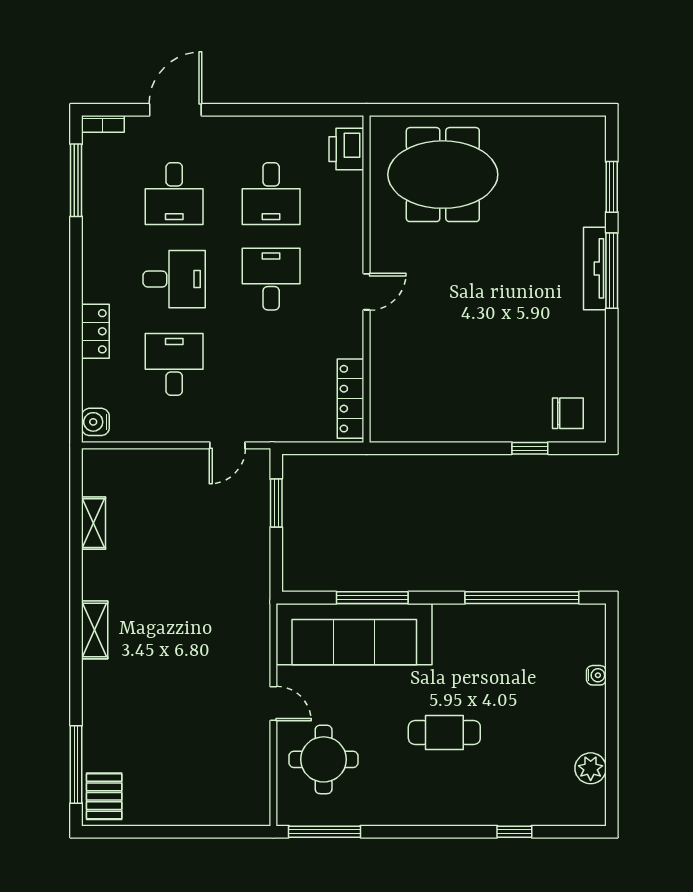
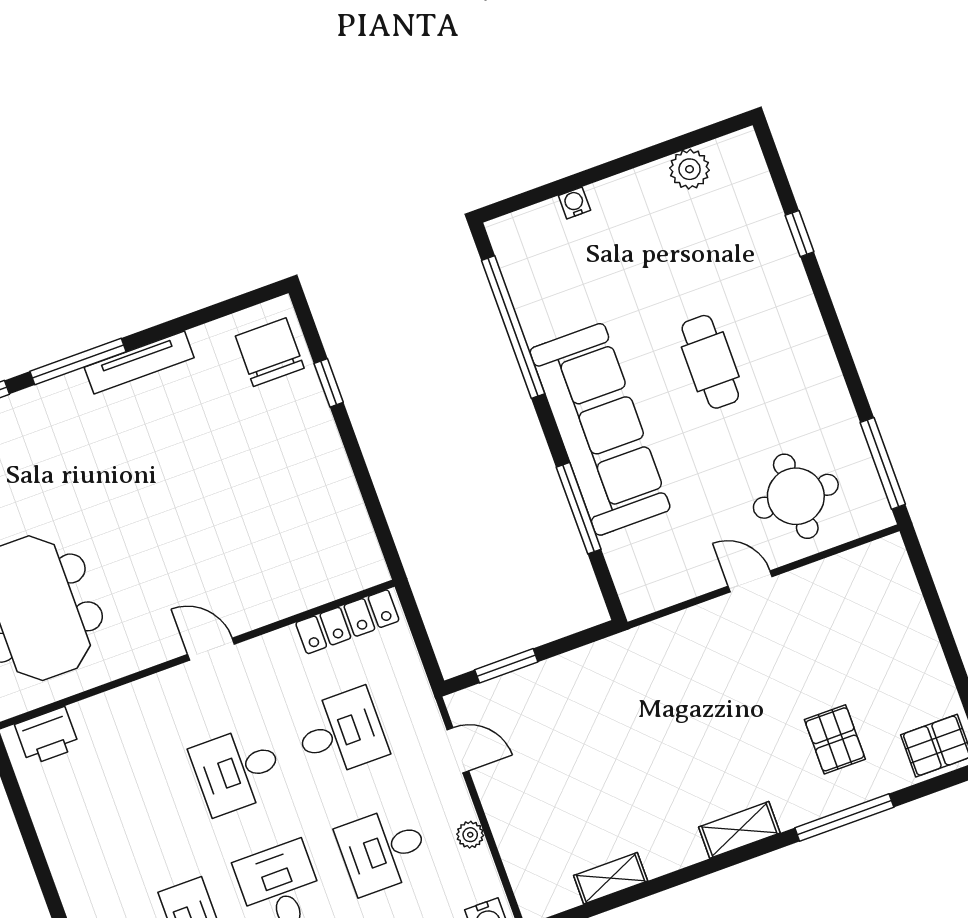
desk: (271, 194) -> (341, 733), moved
tv unit: (595, 268) -> (139, 362), moved
chair: (568, 413) -> (270, 352), width x1.37, depth x1.37
plant: (162, 432) -> (470, 835), added
sofa: (354, 634) -> (600, 429), moved
door: (273, 704) -> (750, 581), hinge flipped
pallet: (136, 724) -> (835, 739), added
window: (76, 764) -> (844, 818), moved

